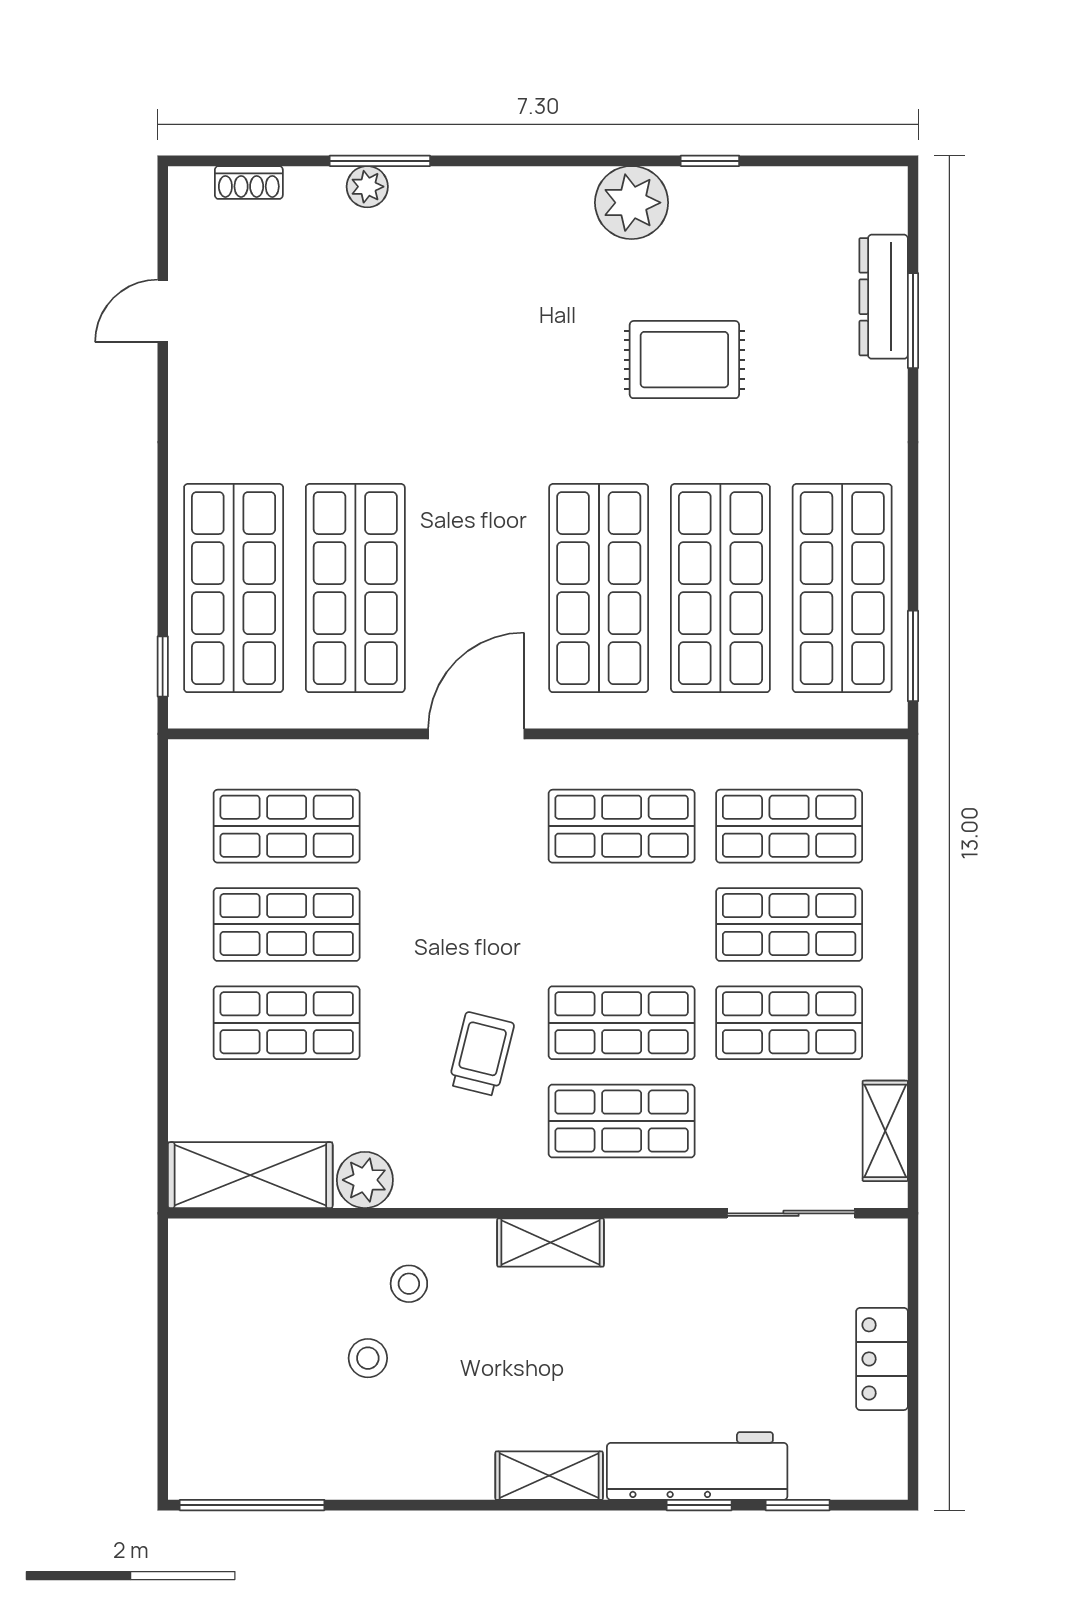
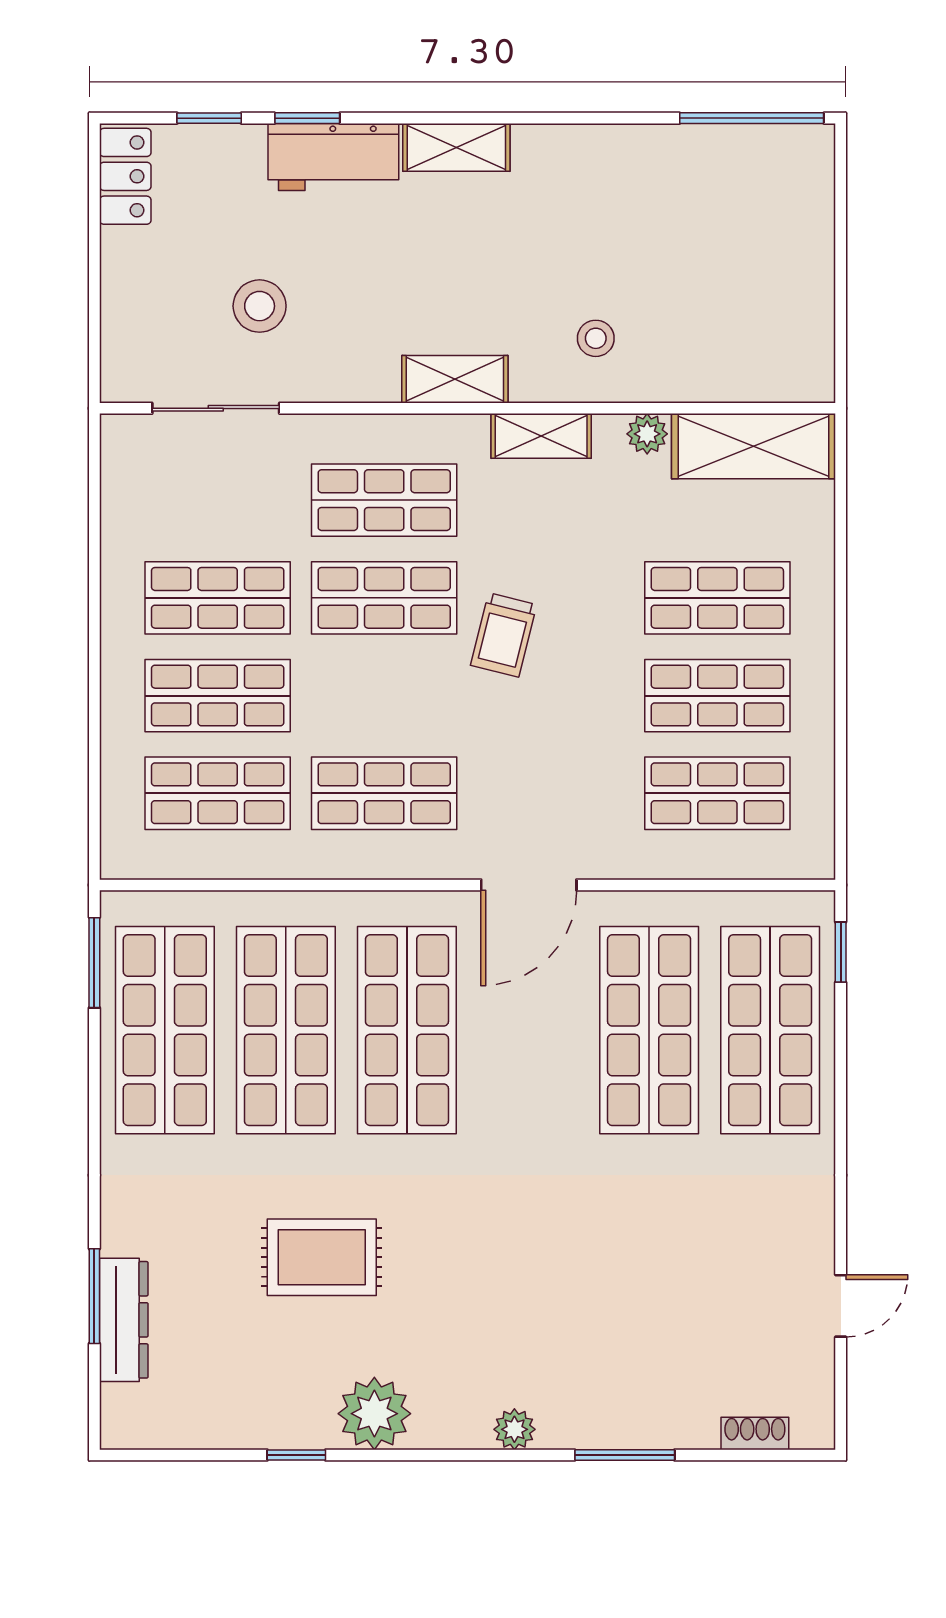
plant: (367, 187) -> (514, 1429), moved
trolley: (481, 1054) -> (504, 635), moved
shelving: (885, 1131) -> (541, 436), moved, turned 90
plant: (365, 1180) -> (647, 434), width x0.73, depth x0.73
stool: (368, 1358) -> (260, 306), moved, width x1.37, depth x1.37
locker: (882, 1359) -> (125, 176), moved
workbench: (697, 1466) -> (333, 157), width x0.73

